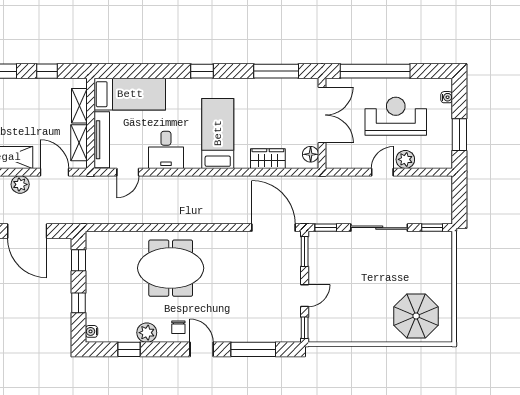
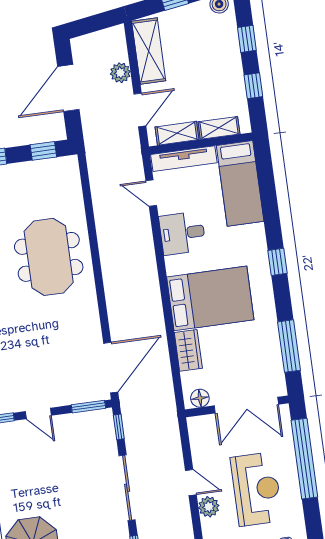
bed: (218, 133) -> (210, 298), width x1.50

